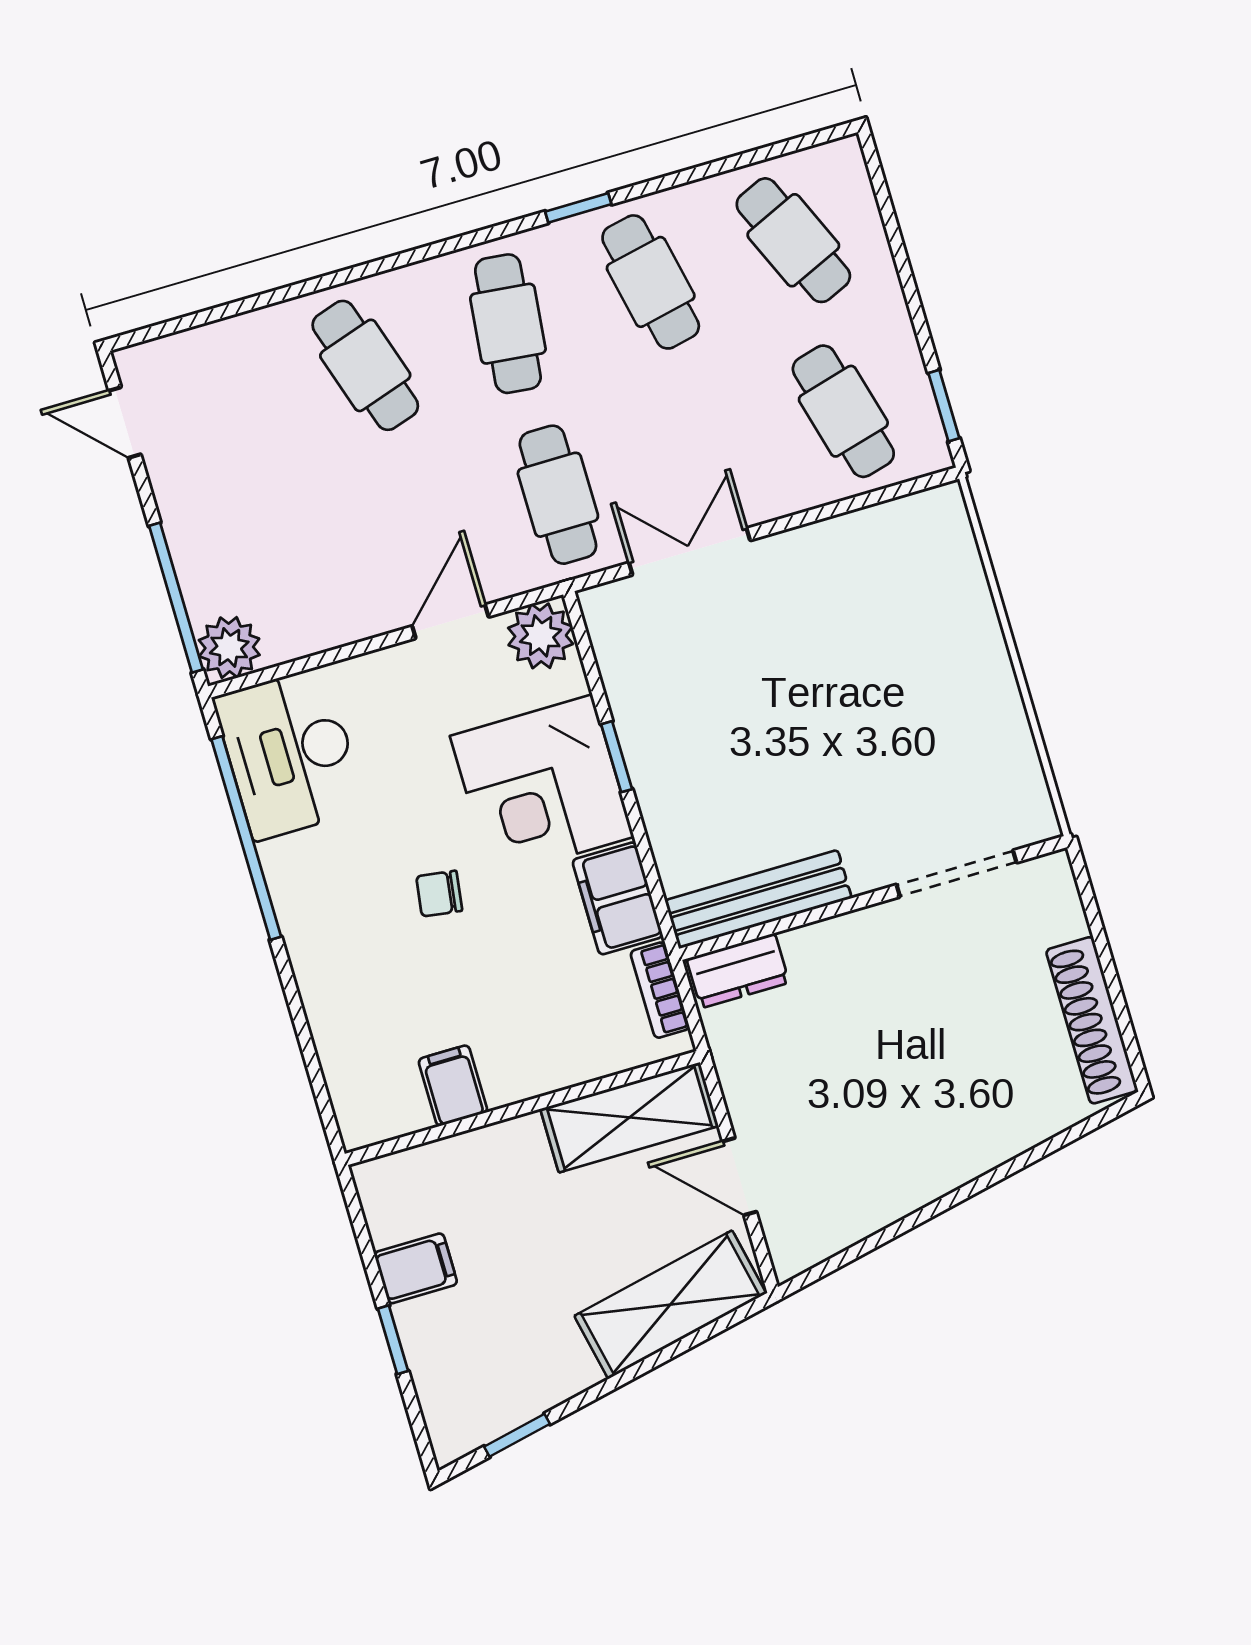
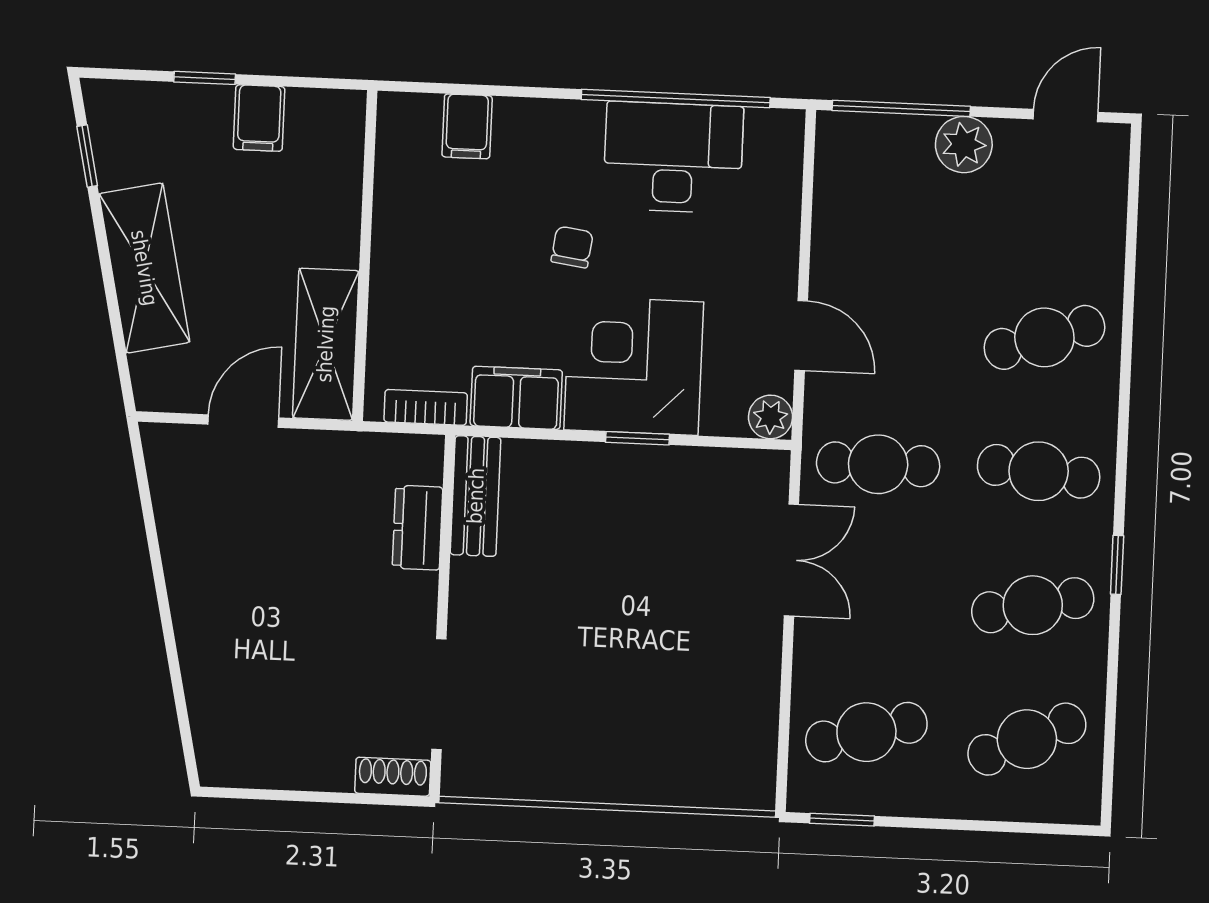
plant: (541, 636) -> (770, 417), width x0.73, depth x0.73
plant: (229, 647) -> (964, 145), moved
desk: (290, 753) -> (673, 157), moved
bench: (758, 899) -> (476, 496), width x0.73
dresser: (738, 971) -> (418, 528), moved
shoe rack: (1092, 1020) -> (393, 777), moved, width x0.51, depth x0.81
filing cabinet: (453, 1086) -> (467, 126), moved, turned 90
shelving: (670, 1305) -> (144, 268), moved

